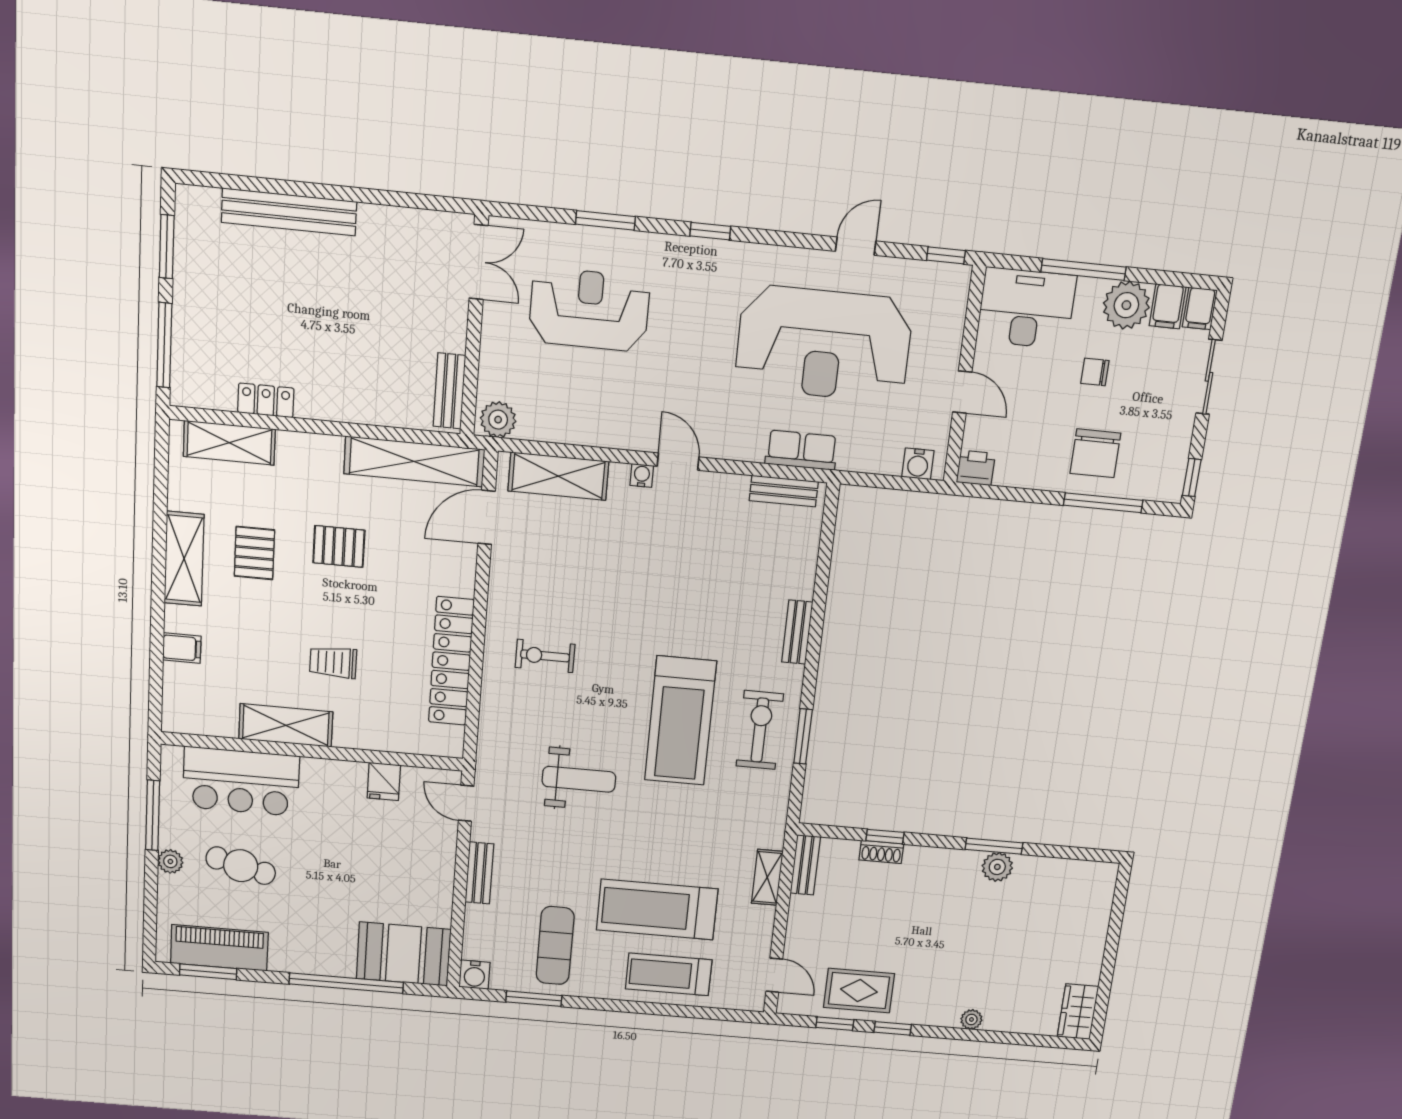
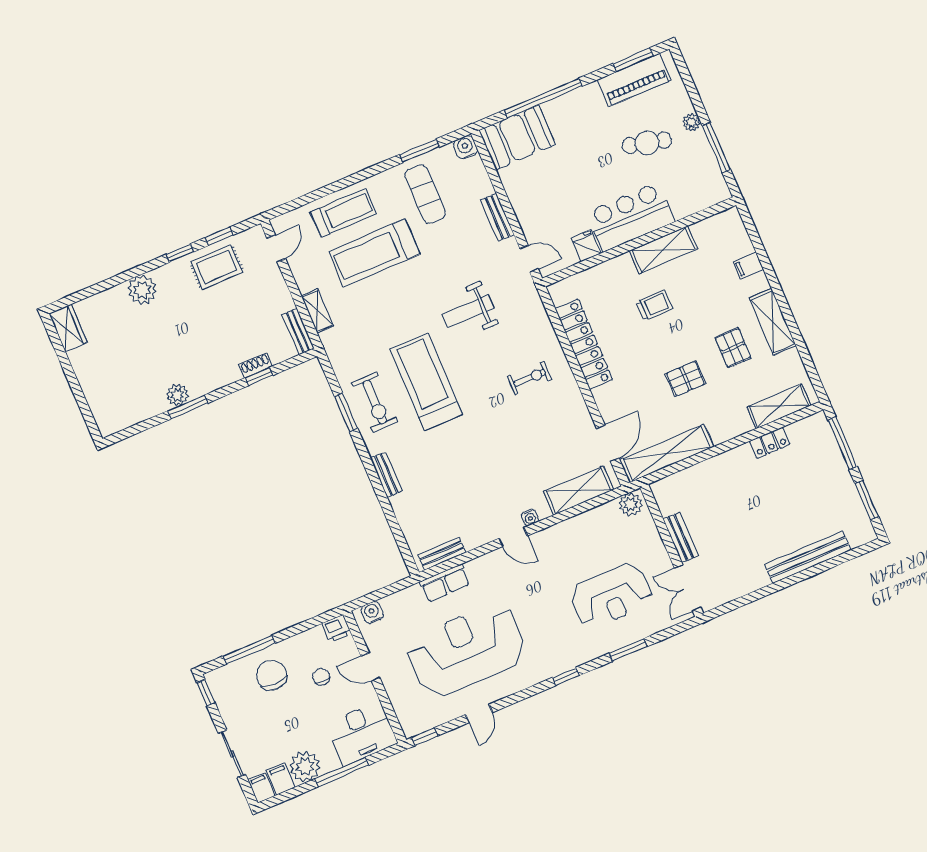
chair: (1095, 372) -> (321, 677), moved, turned -90
bench: (449, 391) -> (681, 537), moved
bar counter: (241, 781) -> (631, 217), moved
treadmill: (657, 909) -> (374, 253), turned 180
door: (774, 975) -> (276, 248), swing flipped
plant: (971, 1019) -> (142, 290), width x1.87, depth x1.87

